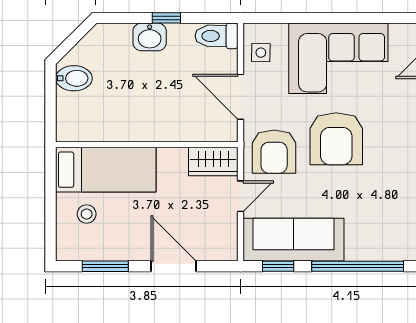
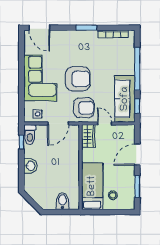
window: (166, 18) -> (21, 142), moved
bidet: (74, 78) -> (62, 201), moved

